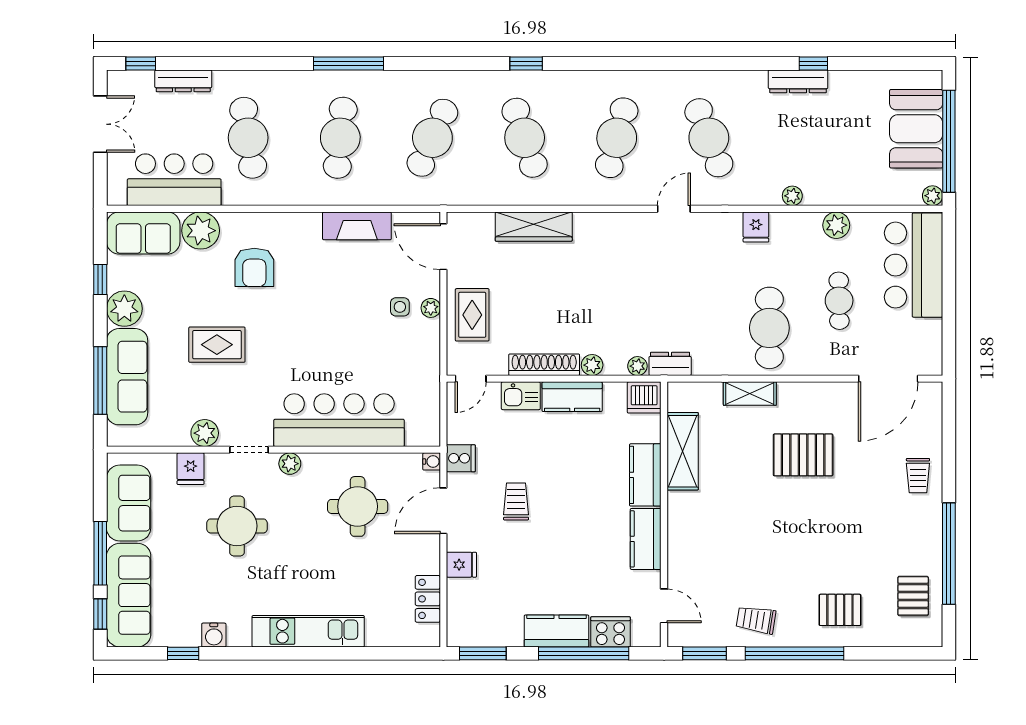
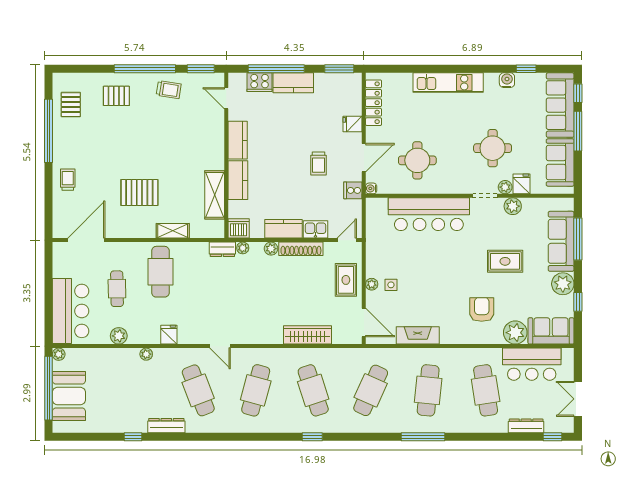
dresser: (798, 81) -> (166, 426), moved
door: (674, 209) -> (220, 346), hinge flipped
plant: (290, 464) -> (505, 187), moved
locker: (428, 599) -> (374, 103), width x1.53

